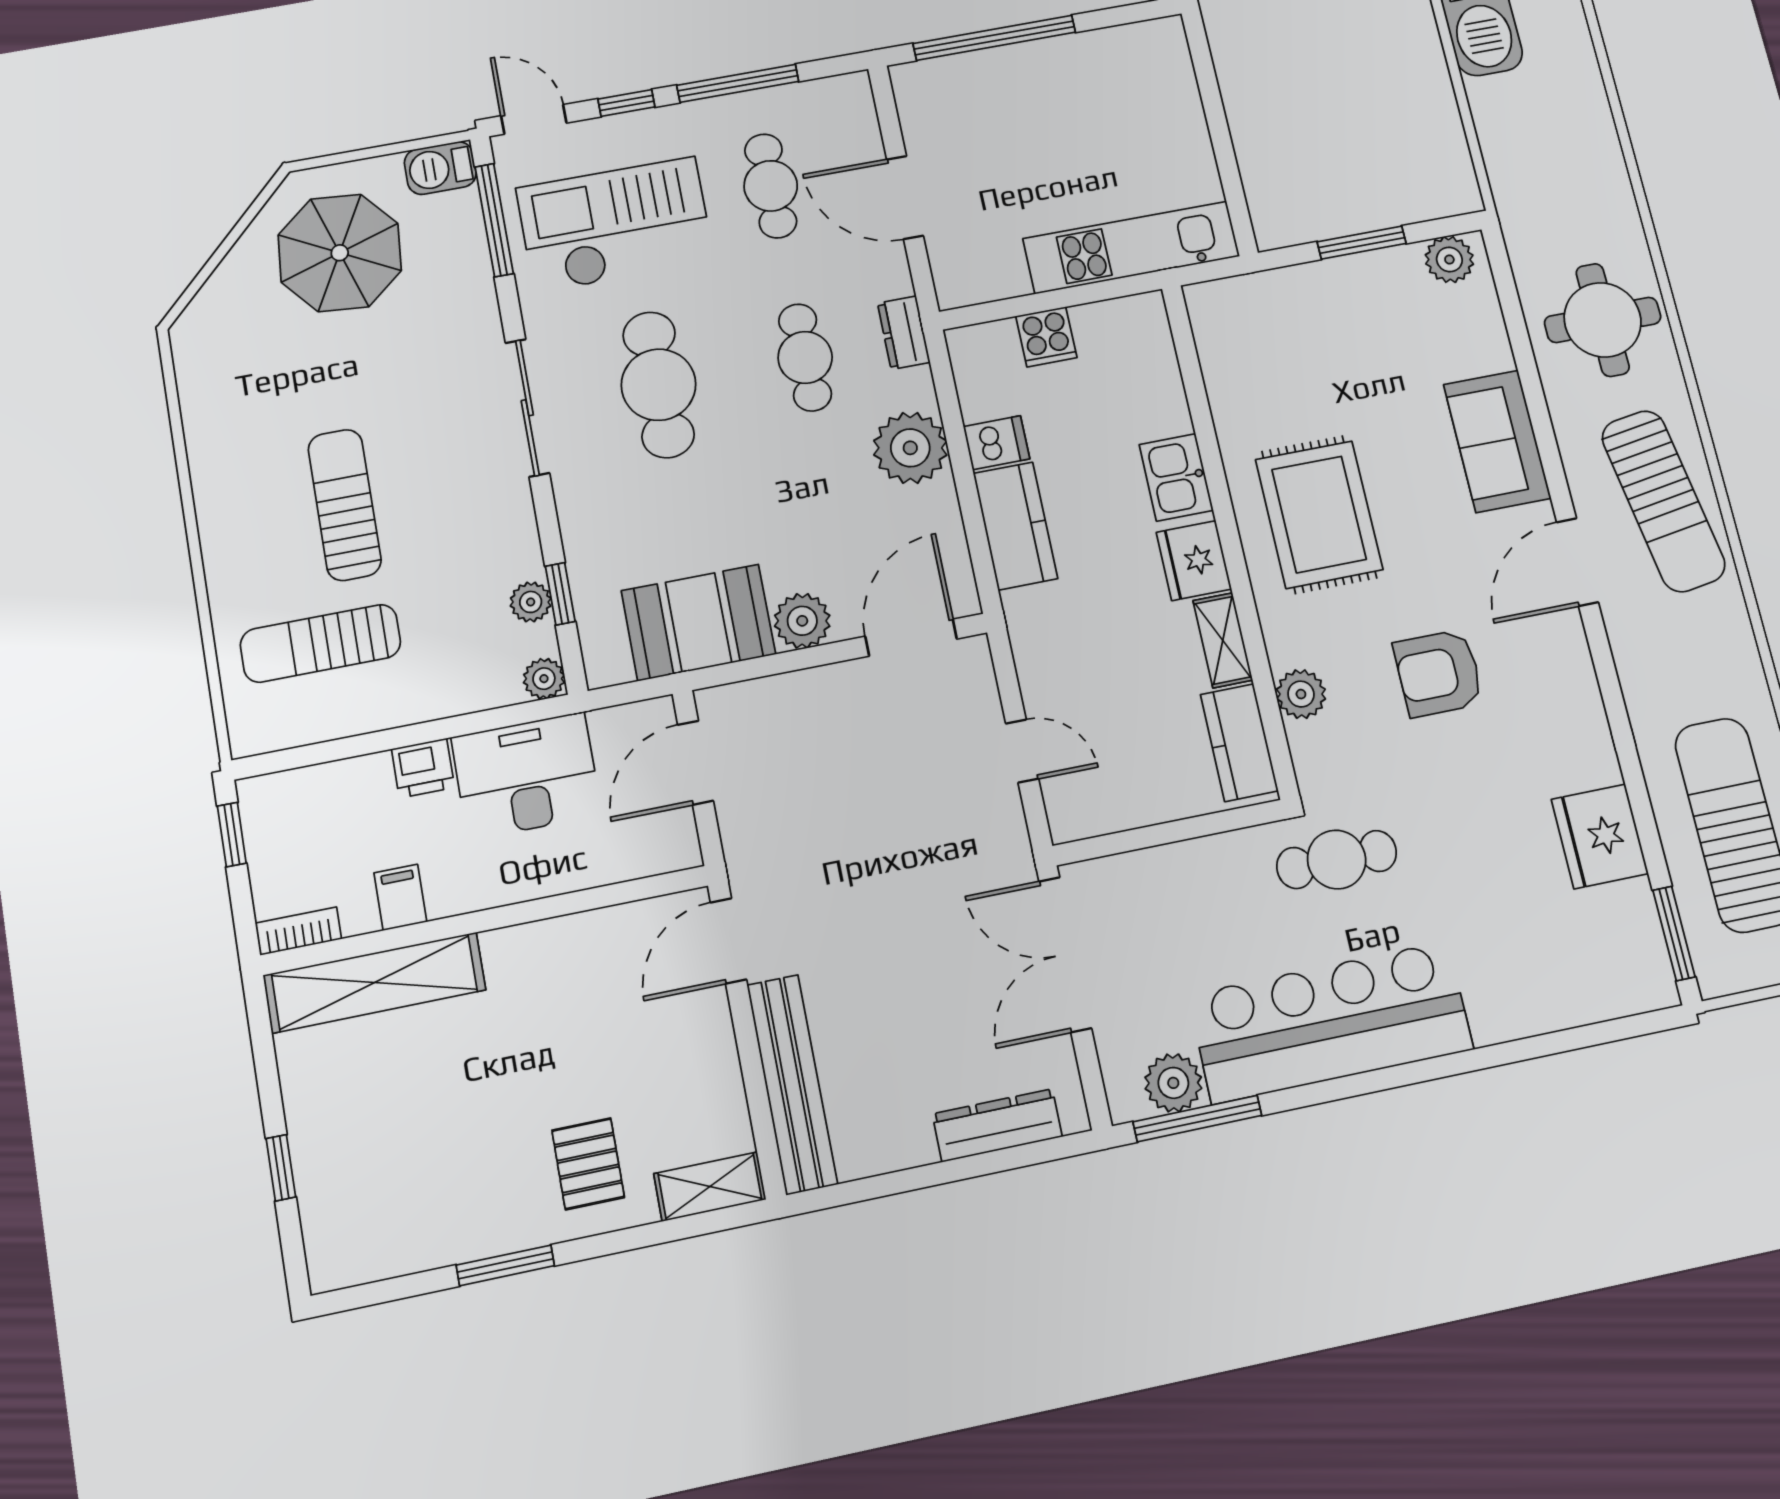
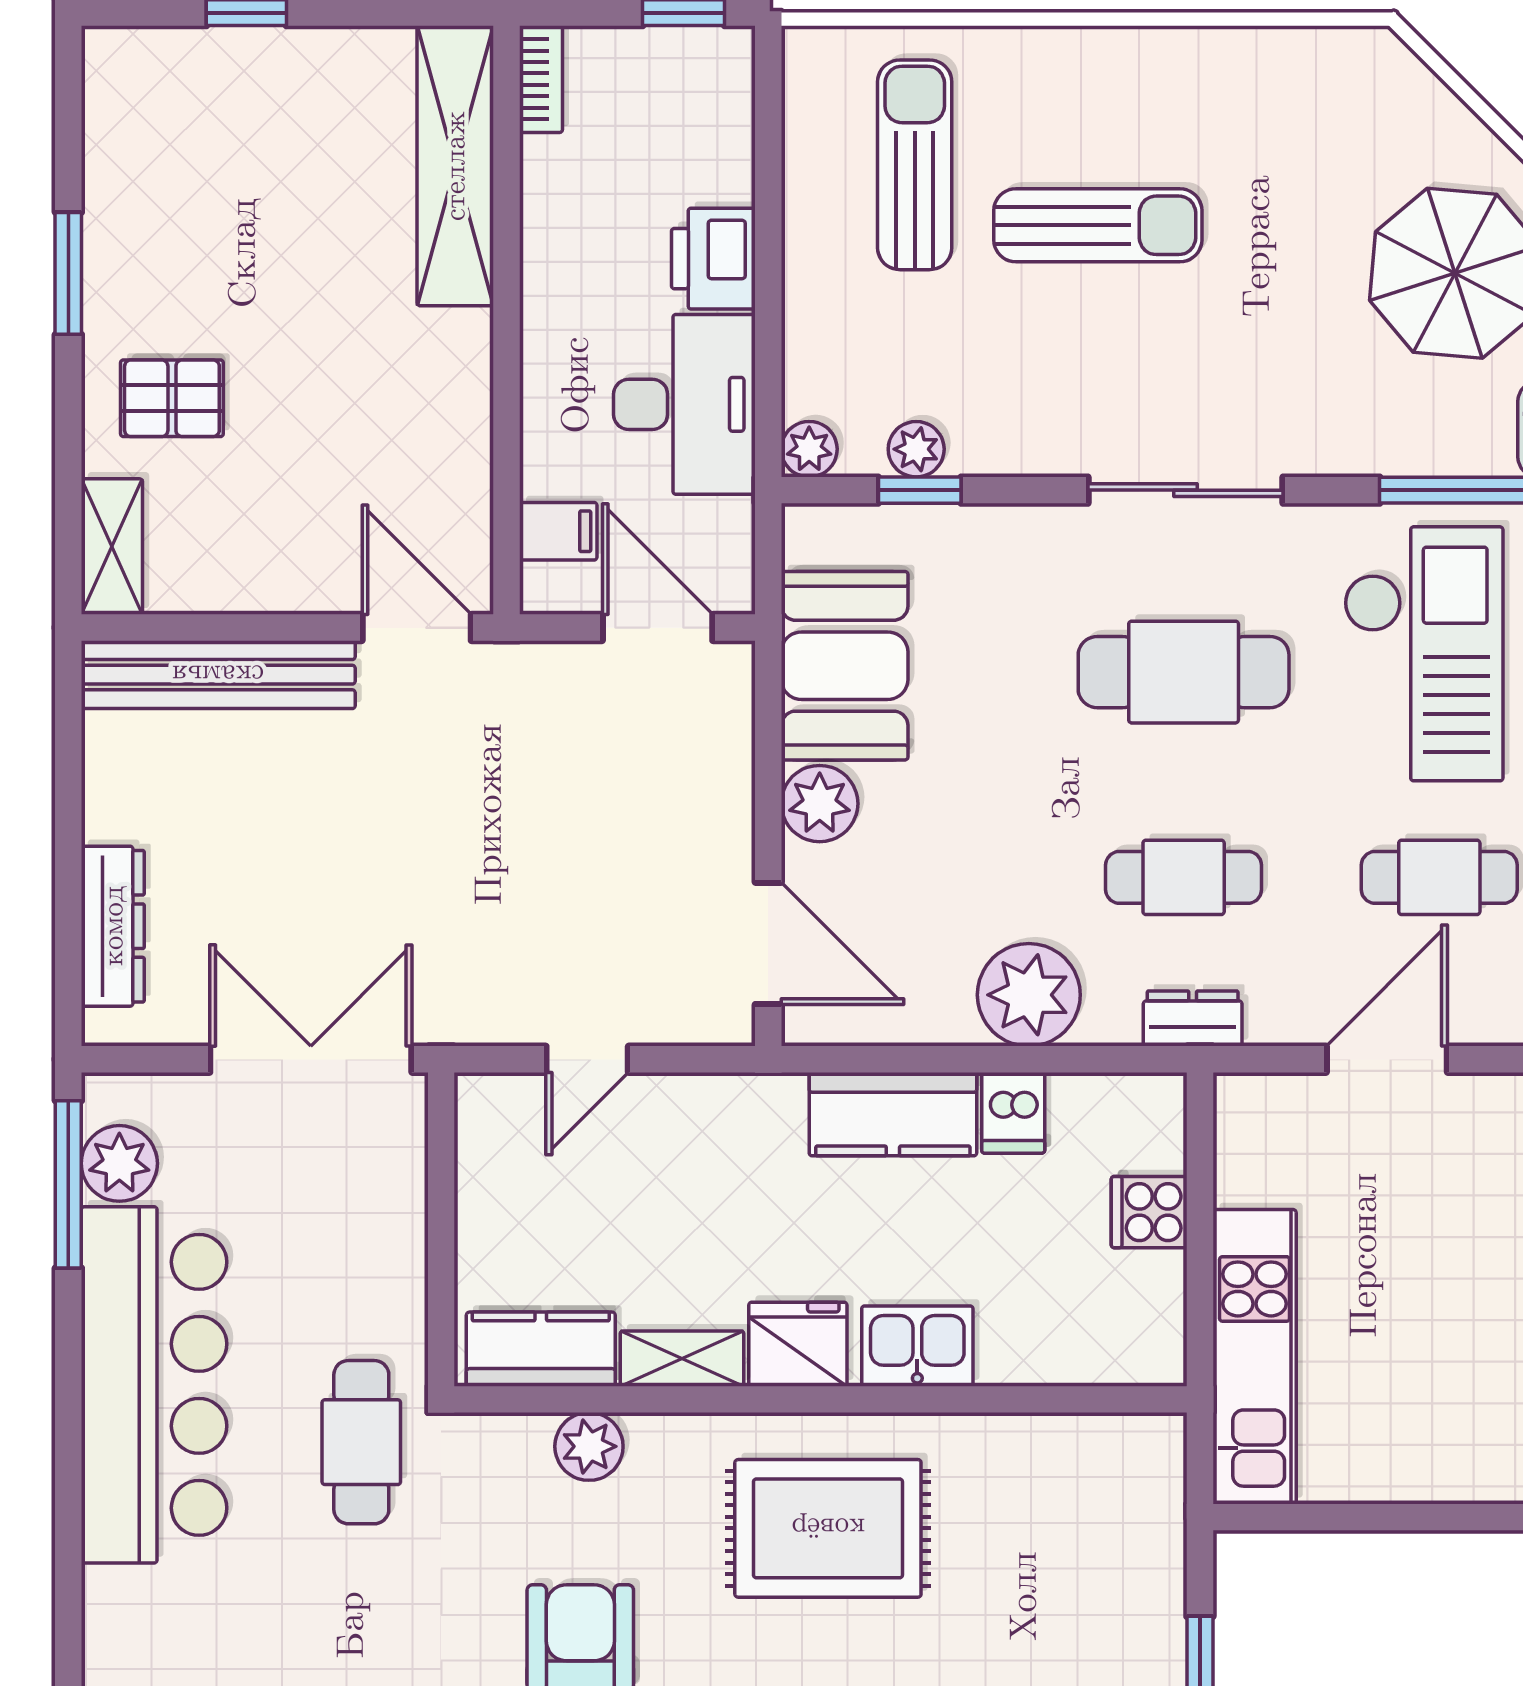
printer: (423, 768) -> (713, 259), width x1.36, depth x1.24
filing cabinet: (400, 897) -> (558, 531), moved

